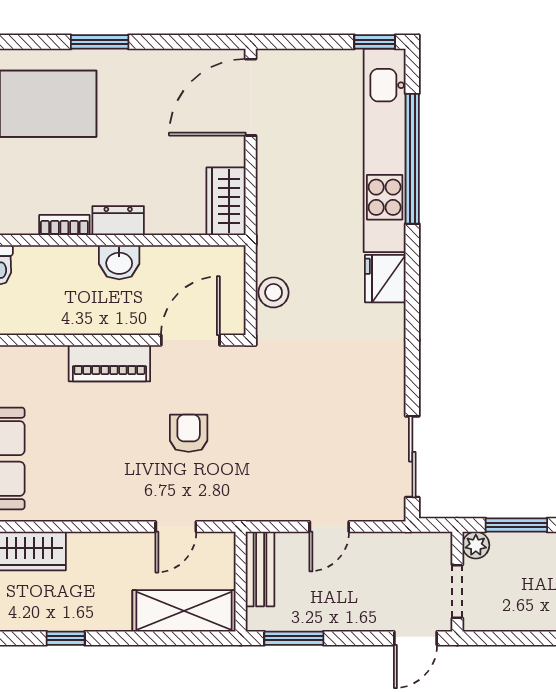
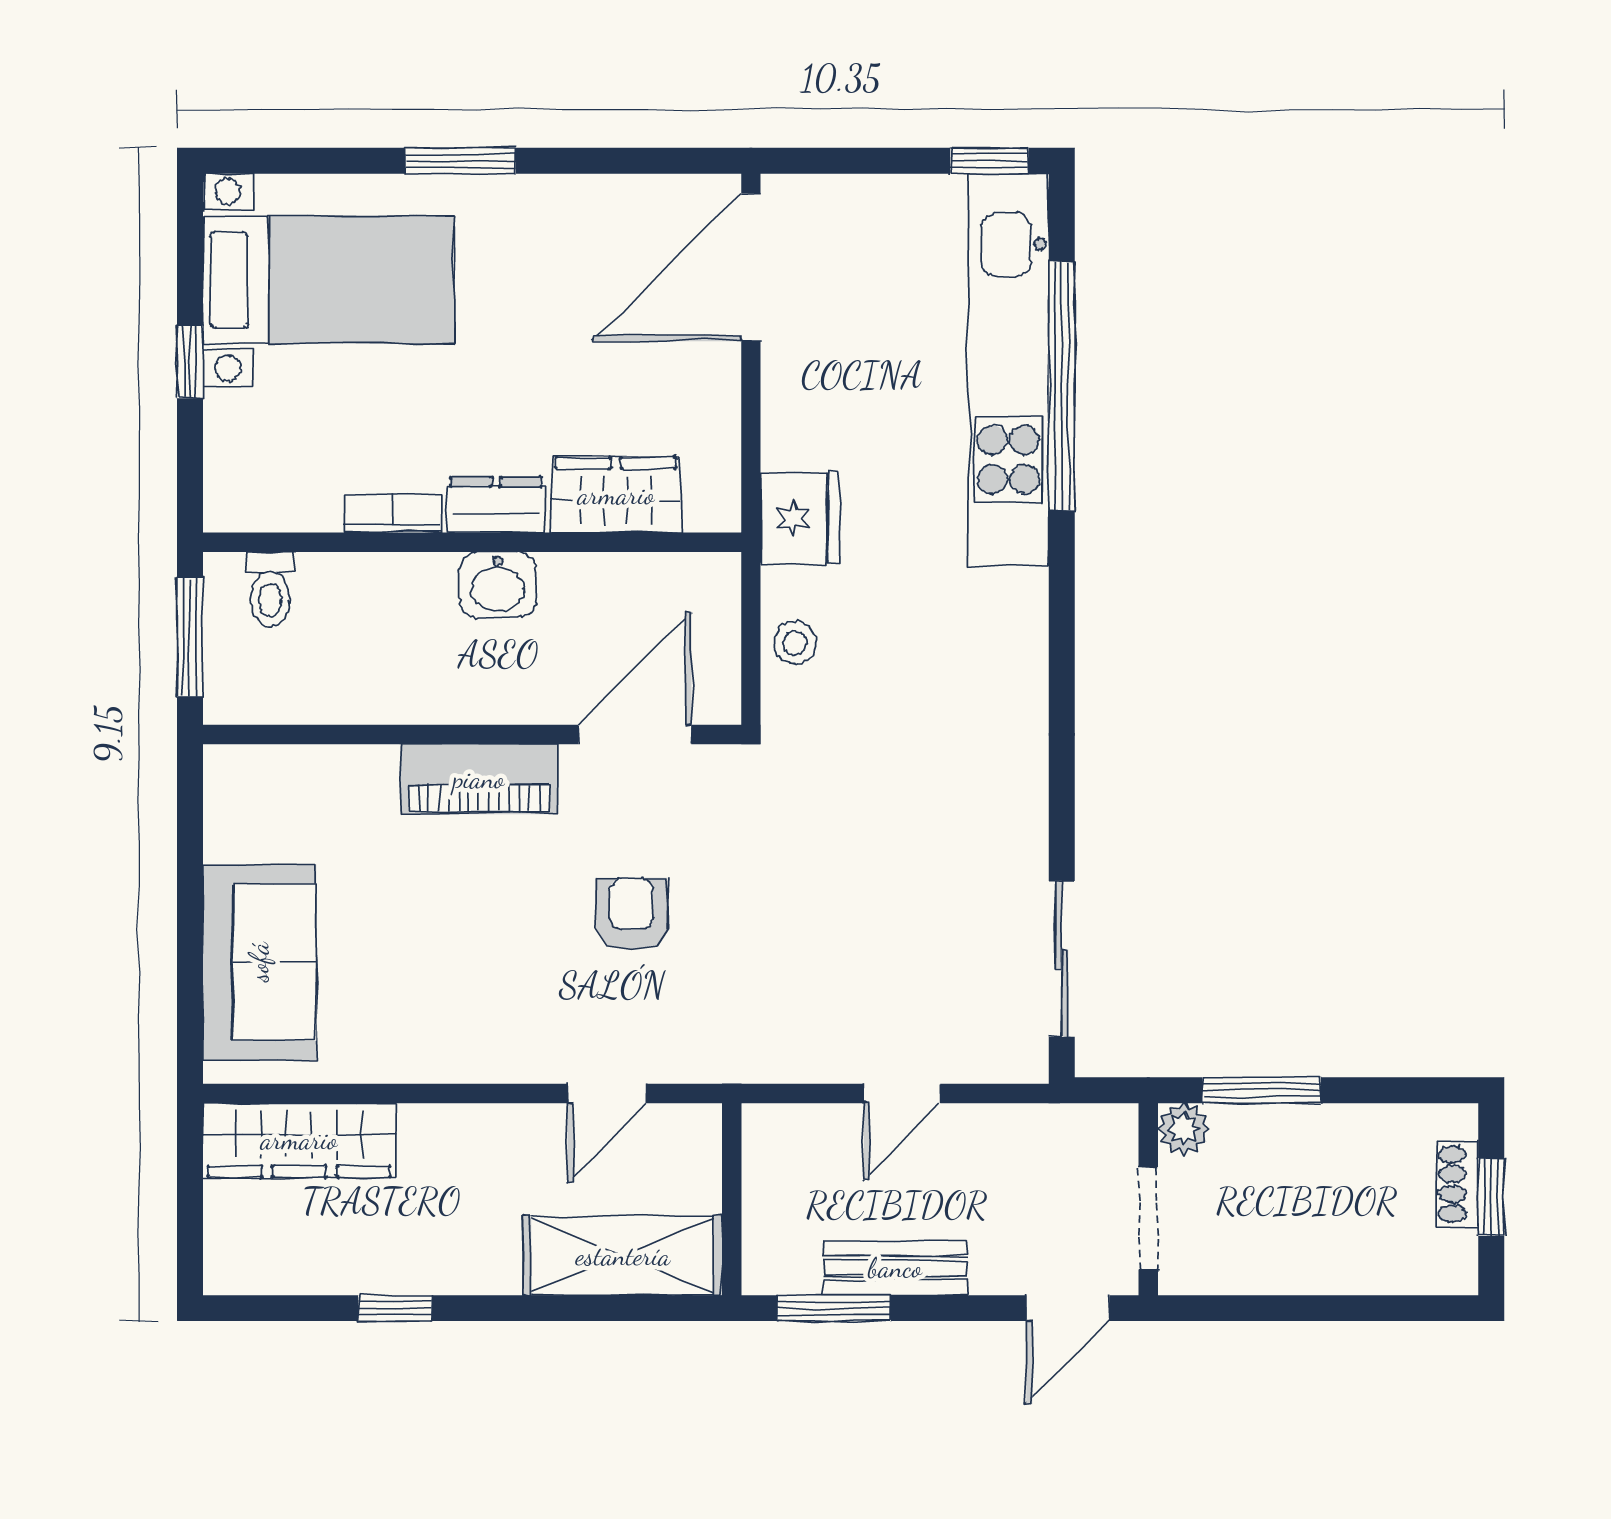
wardrobe: (226, 201) -> (616, 495), moved, turned 90
fridge: (385, 279) -> (800, 518), moved, turned 180
stool: (274, 292) -> (795, 643), width x0.73, depth x0.73
bench: (260, 569) -> (895, 1268), moved, turned 90

